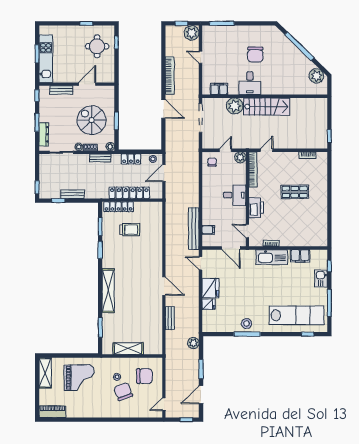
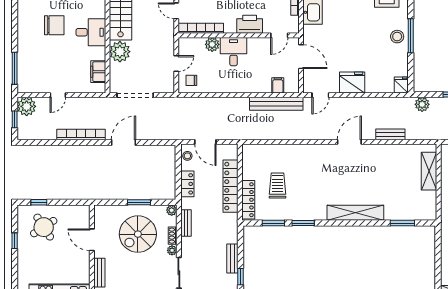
round table: (97, 46) -> (44, 227), turned -33
door: (225, 150) -> (176, 63), swing flipped
plant: (240, 157) -> (212, 44), moved
door: (231, 248) -> (301, 57), hinge flipped
fridge: (208, 304) -> (401, 85), moved
shelving: (128, 349) -> (429, 171), moved

